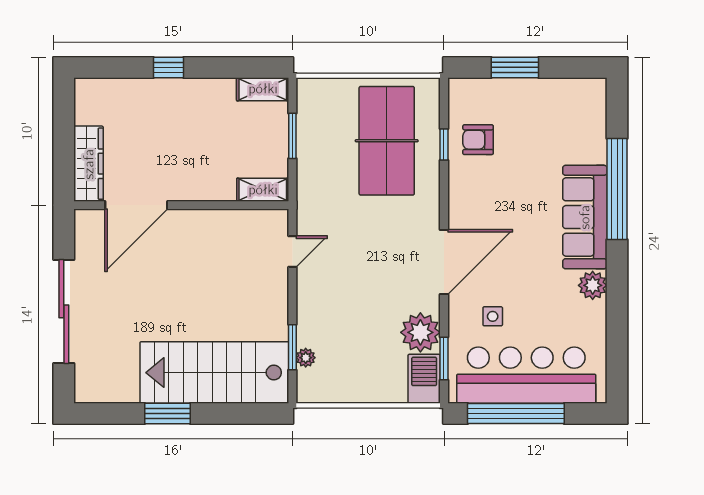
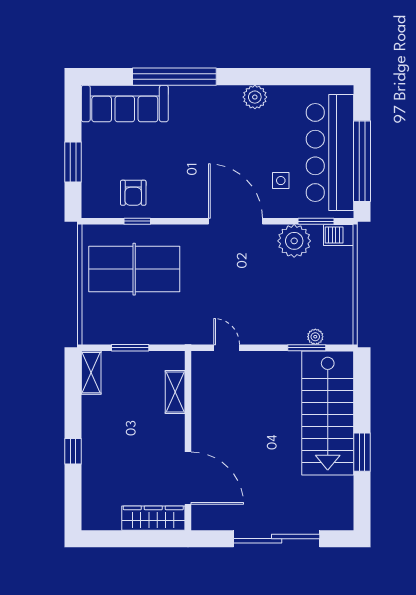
shelving: (263, 190) -> (175, 392), moved
sofa: (585, 217) -> (125, 104), moved
barbecue: (424, 379) -> (339, 235), width x0.73, depth x0.79

